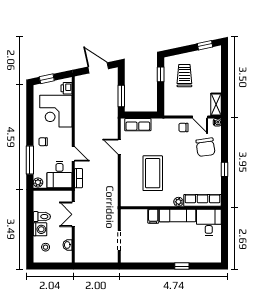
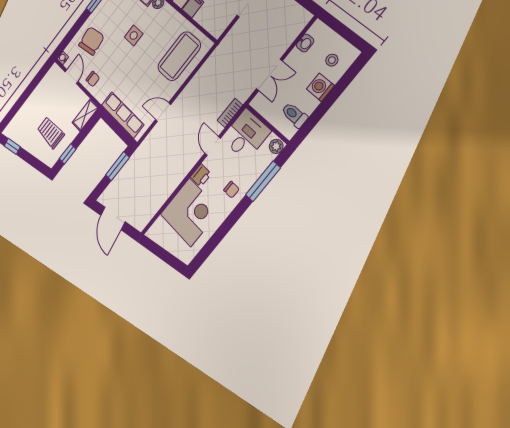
trolley: (184, 76) -> (51, 132), turned 90
window: (47, 79) -> (169, 258), removed
printer: (67, 88) -> (201, 175), moved
shelving: (216, 104) -> (85, 115), moved
row of seats: (138, 125) -> (123, 115), width x1.48
door: (119, 147) -> (163, 112), swing flipped
side table: (178, 172) -> (134, 35), added
coffee table: (153, 173) -> (179, 56), moved
toilet: (42, 217) -> (294, 115), moved

